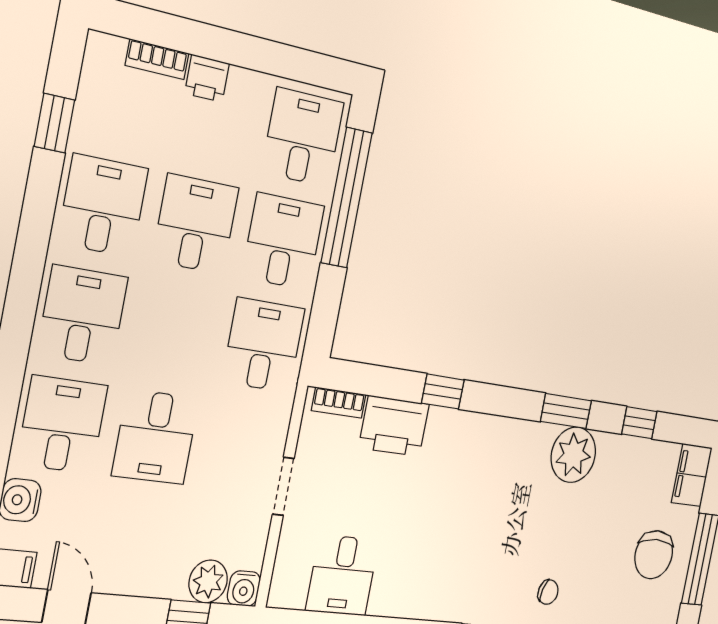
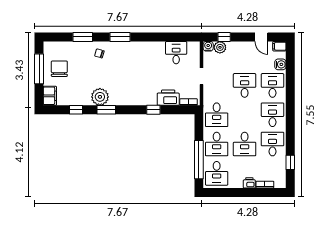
desk: (103, 206) -> (272, 144), turned 180
desk: (83, 315) -> (272, 115), turned 180
desk: (62, 425) -> (272, 85), turned 180

